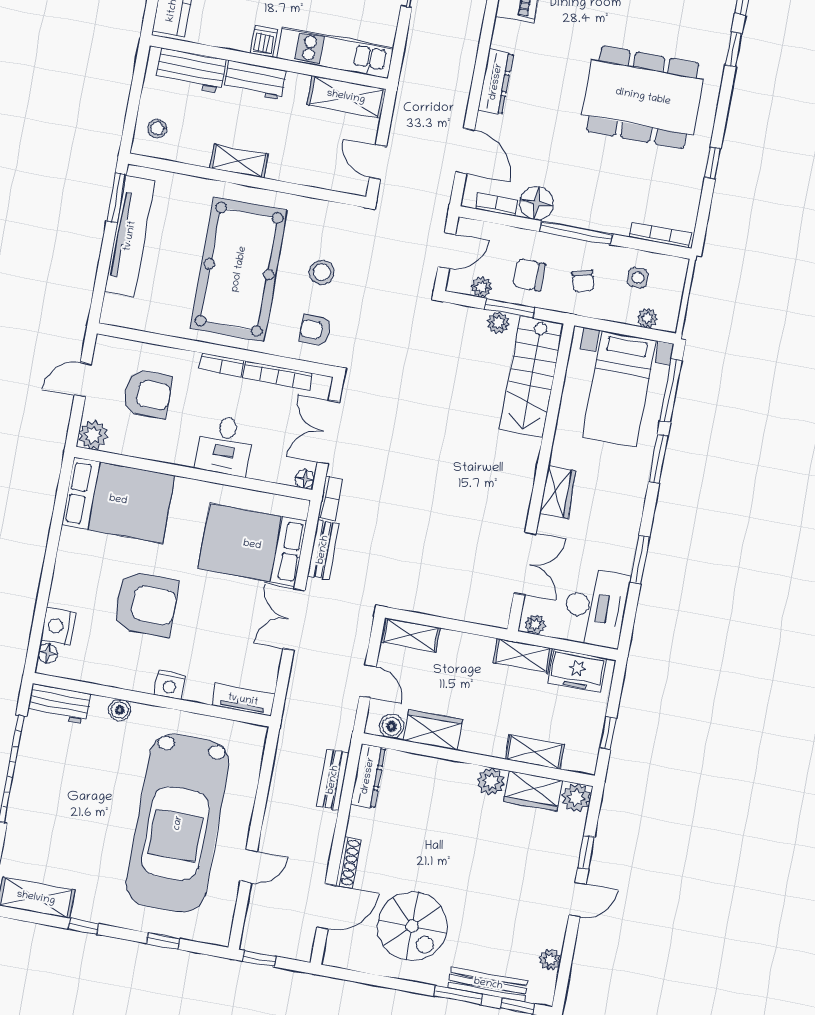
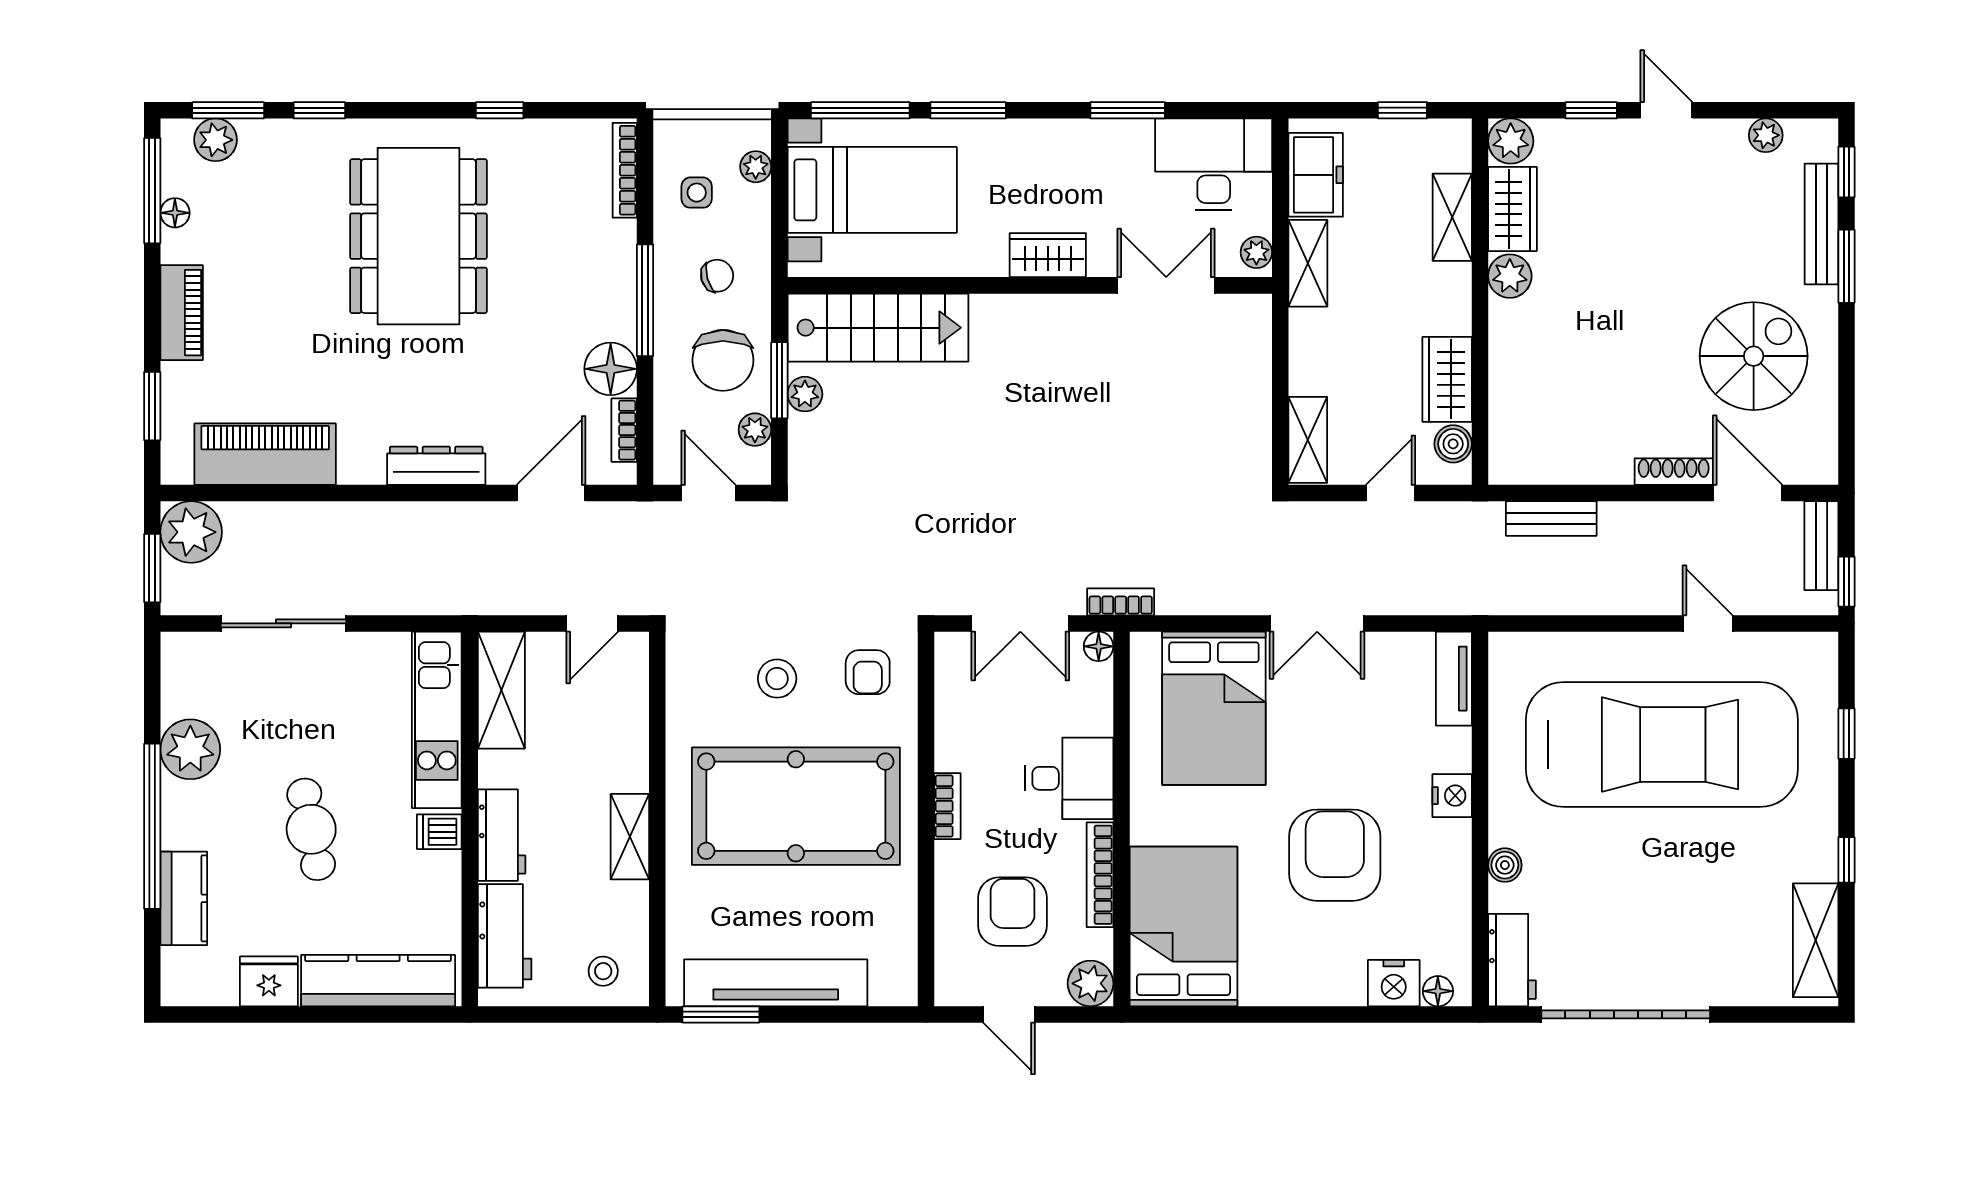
chair: (529, 275) -> (723, 360), width x1.37, depth x1.37
bookcase: (277, 375) -> (1100, 875), moved, turned 180
bench: (323, 550) -> (1821, 546), moved, turned 90
dresser: (368, 776) -> (1536, 466), removed

